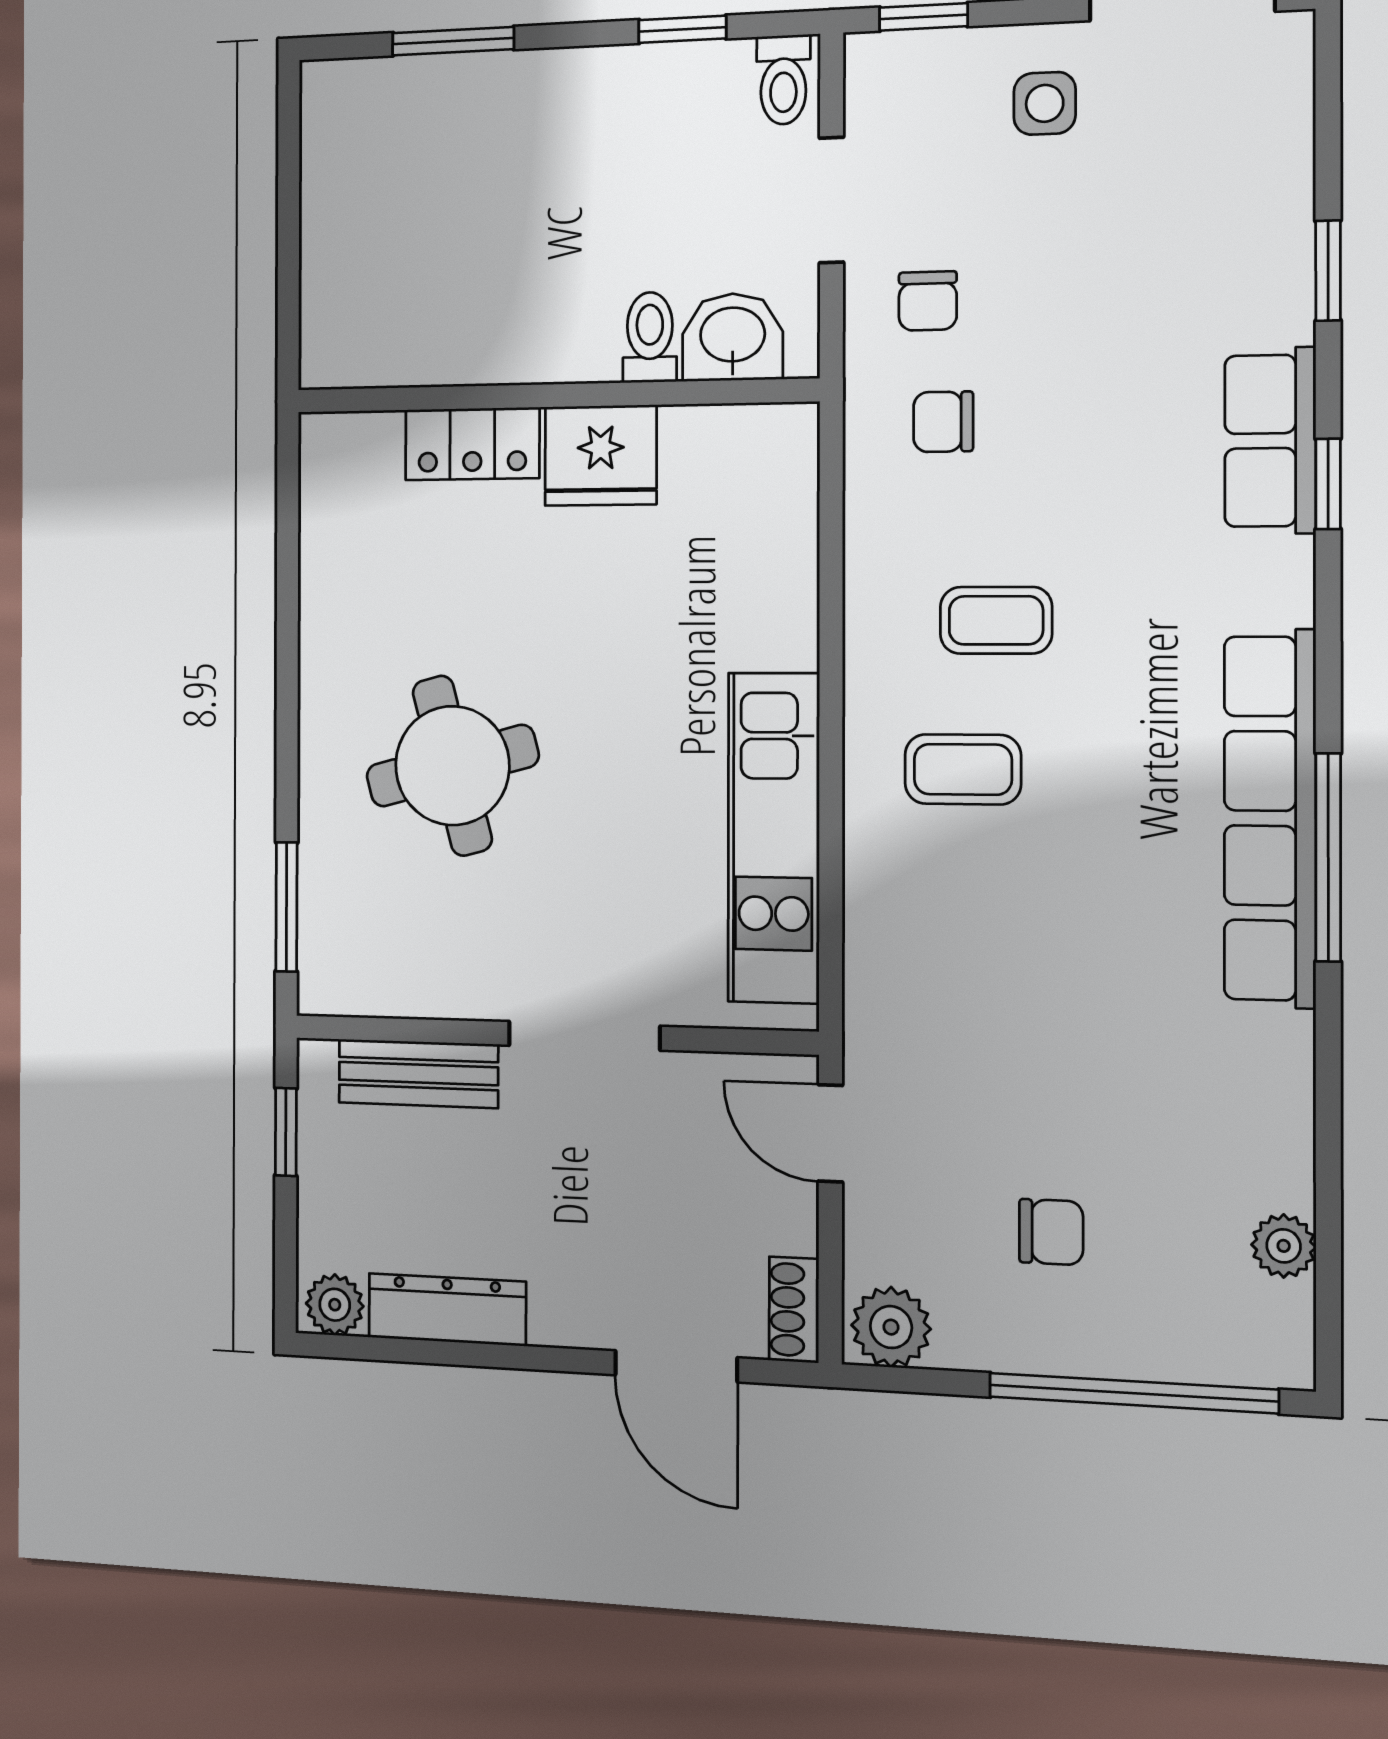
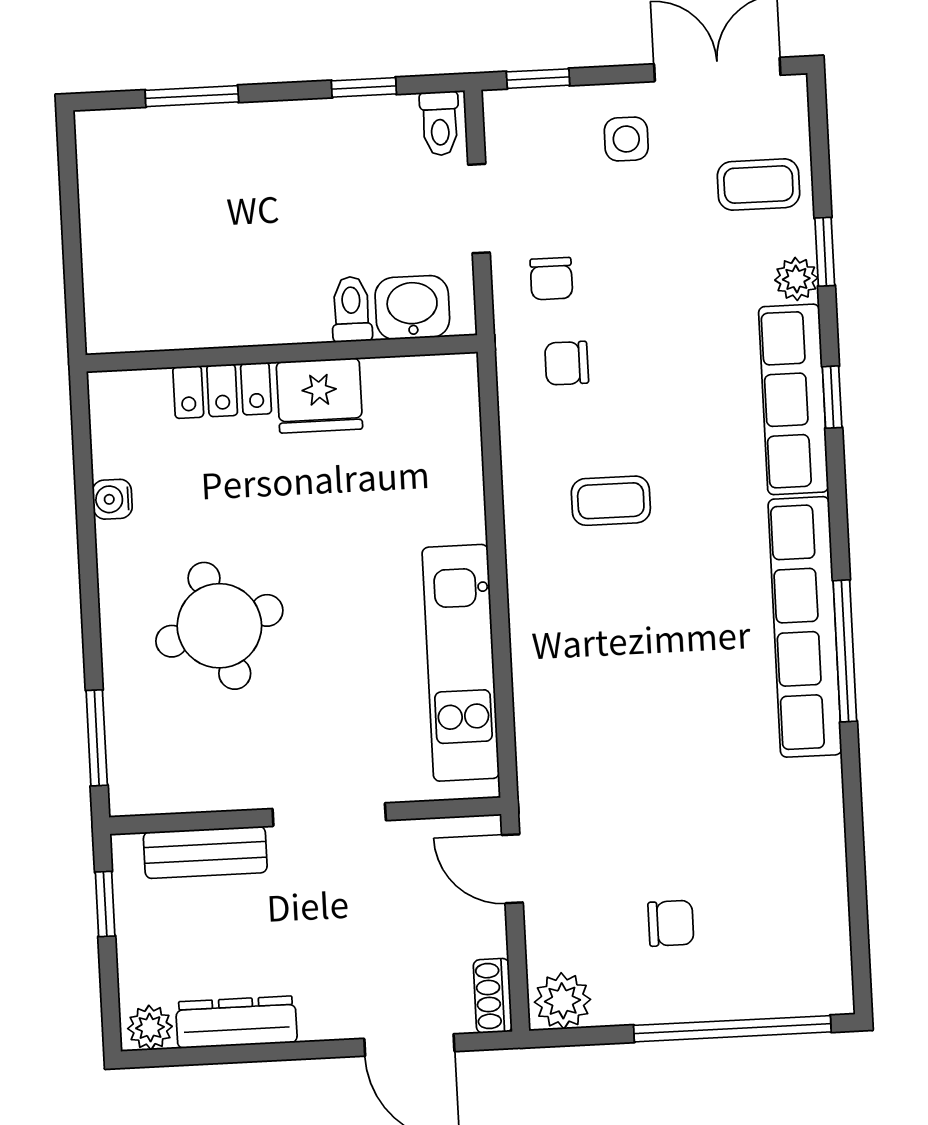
row of seats: (1270, 441) -> (794, 399), width x1.48
water cooler: (323, 586) -> (112, 499), added
coffee table: (963, 769) -> (758, 185), moved
plant: (1284, 1246) -> (796, 279), moved

